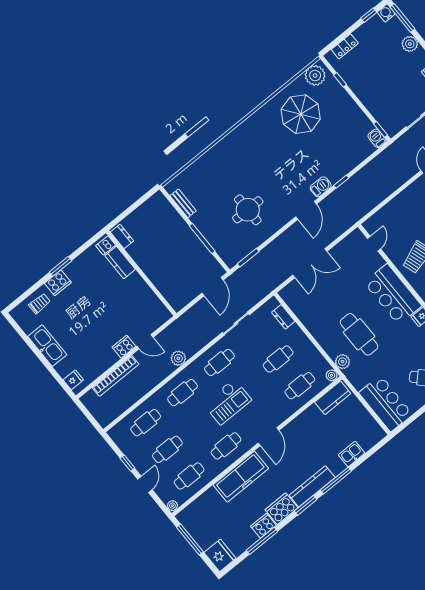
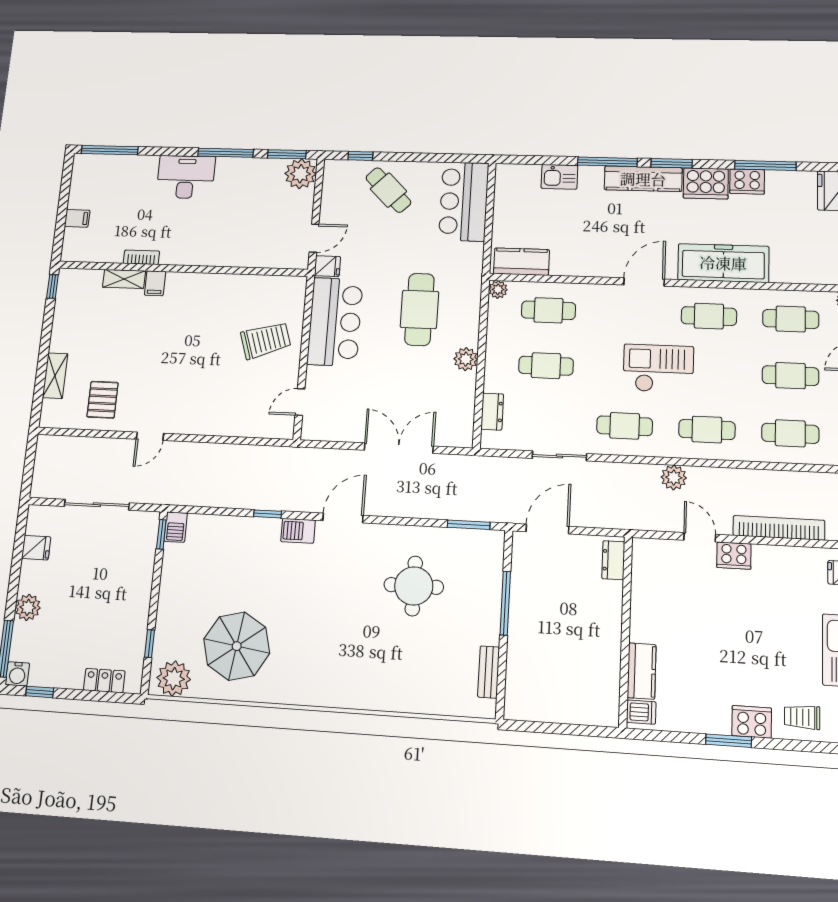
dresser: (122, 236) -> (613, 560), moved
plant: (342, 362) -> (466, 359), moved

